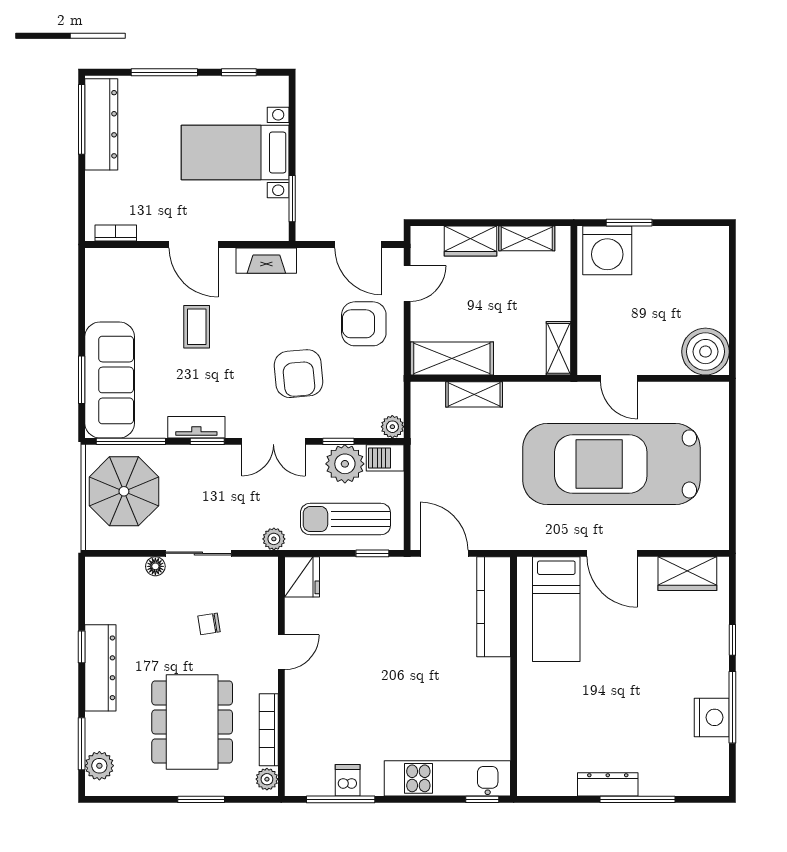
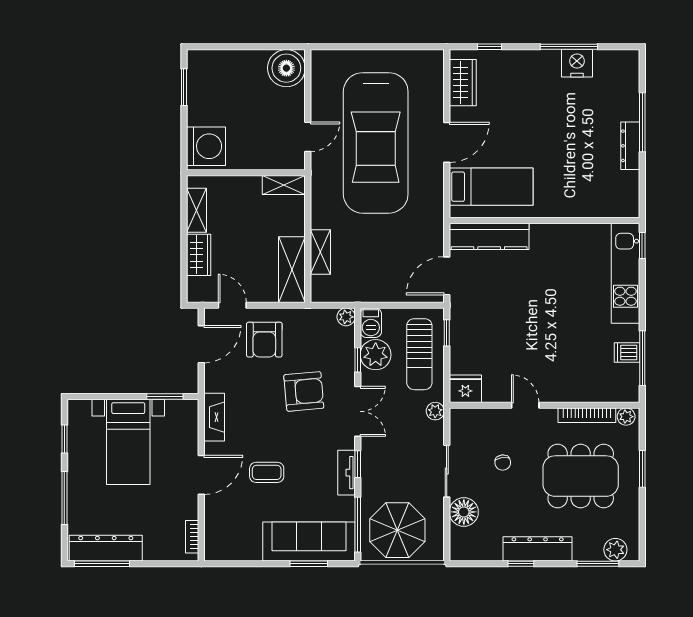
window: (629, 223) -> (184, 87), moved
floor lamp: (155, 566) -> (464, 512), width x1.89, depth x1.89
window: (732, 640) -> (490, 47), moved

